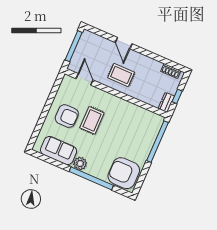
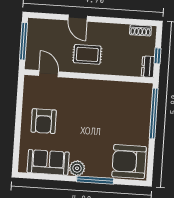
armchair: (67, 116) -> (44, 121), turned 90
rug: (92, 120) -> (73, 116), removed
window: (91, 178) -> (95, 180), width x0.68

